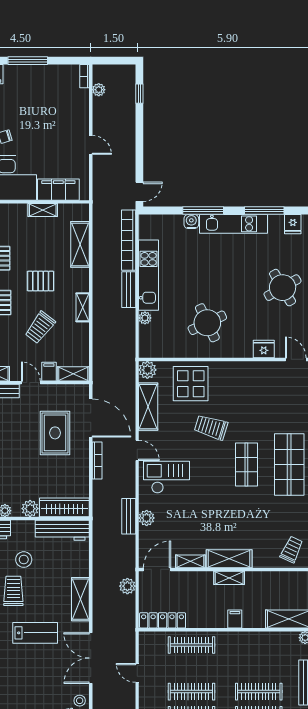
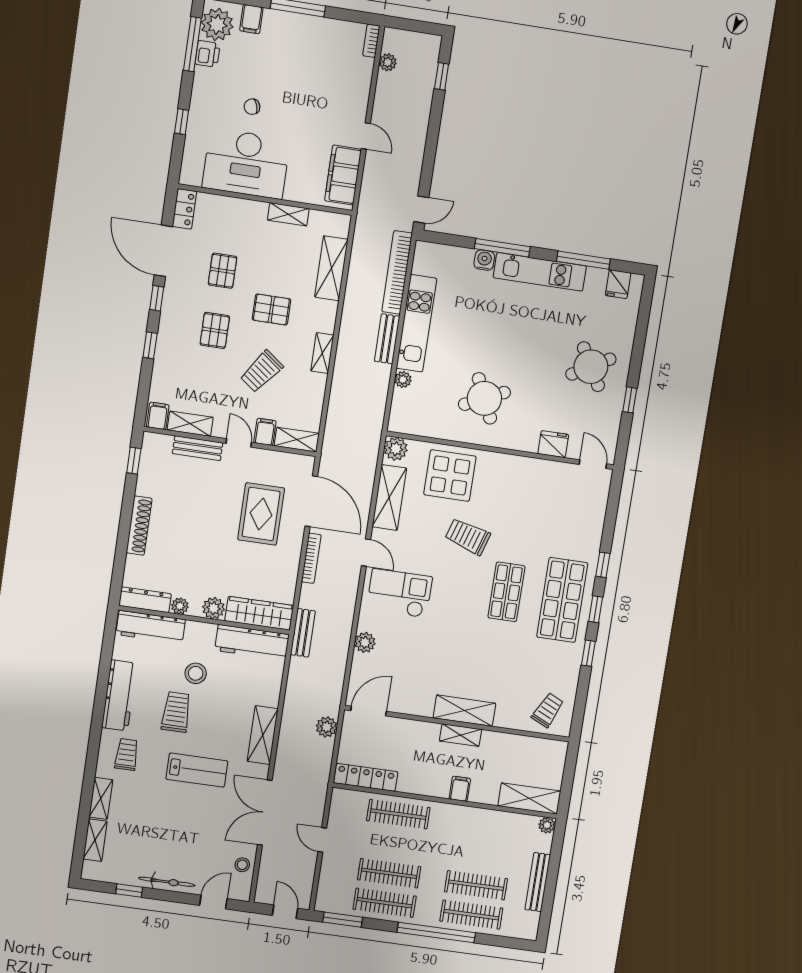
filing cabinet: (58, 190) -> (343, 175), moved, turned -90
bench: (129, 516) -> (303, 633), moved
shelving: (190, 561) -> (414, 707), removed

